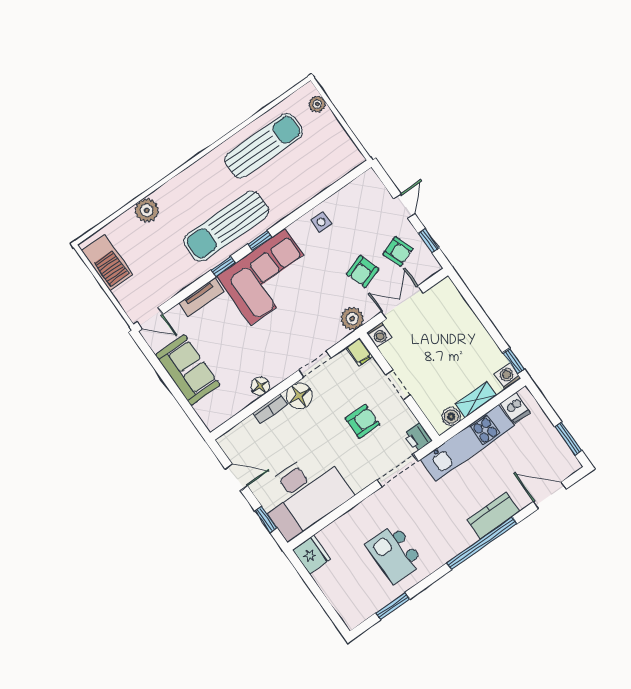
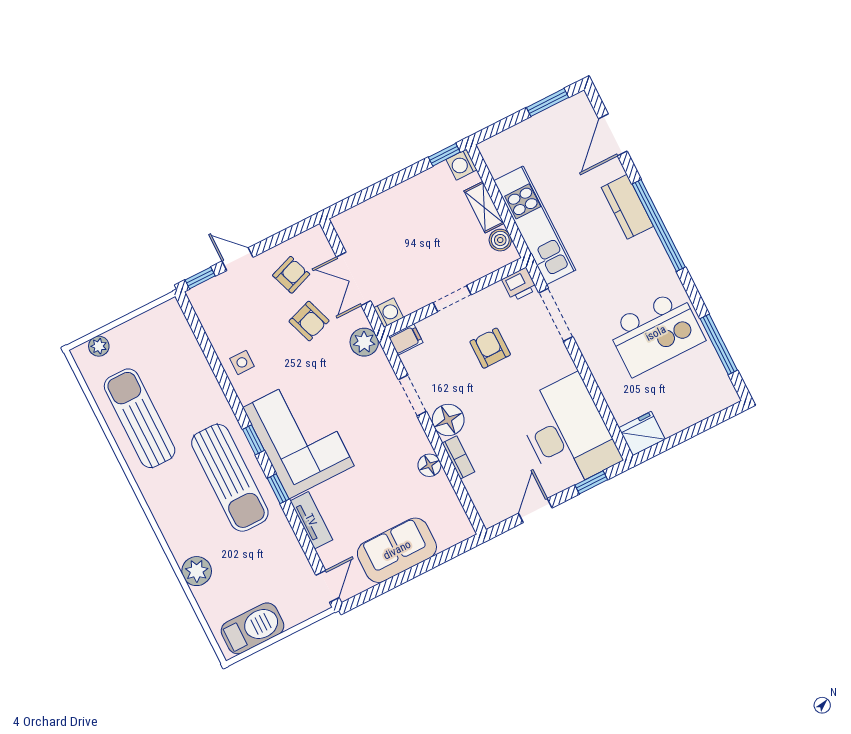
window: (429, 241) -> (200, 278), moved
dishwasher: (515, 408) -> (501, 161), removed
kitchen island: (395, 554) -> (656, 333), width x1.37, depth x1.28
window: (393, 606) -> (719, 344), width x1.44

